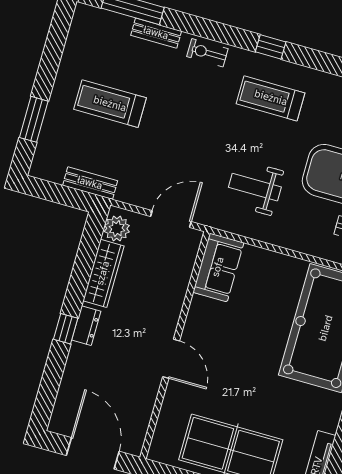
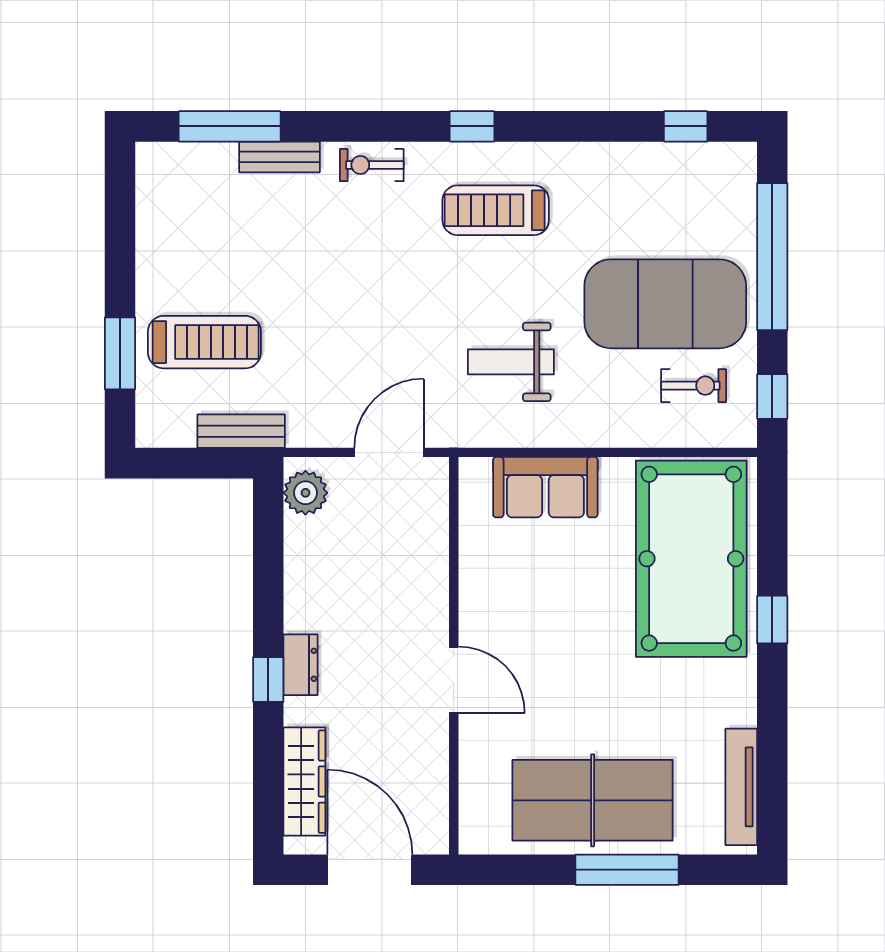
treadmill: (110, 104) -> (204, 342), moved, turned 180
sofa: (218, 267) -> (545, 487), moved, turned 90
wardrobe: (103, 273) -> (304, 782), moved

